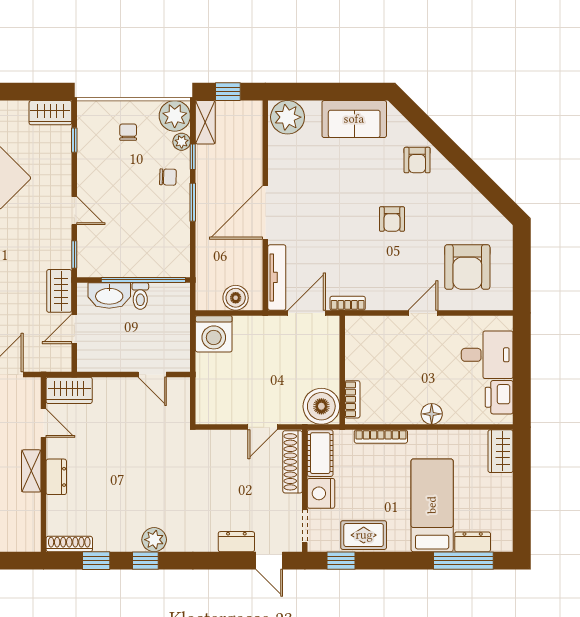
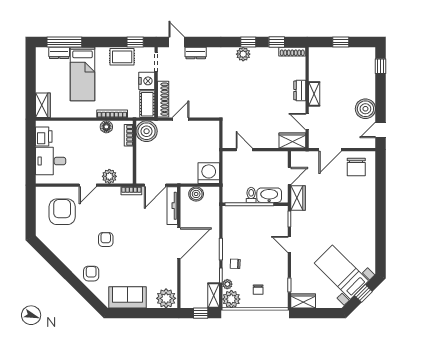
plant: (386, 328) -> (109, 176), added
floor lamp: (432, 414) -> (106, 127), moved

